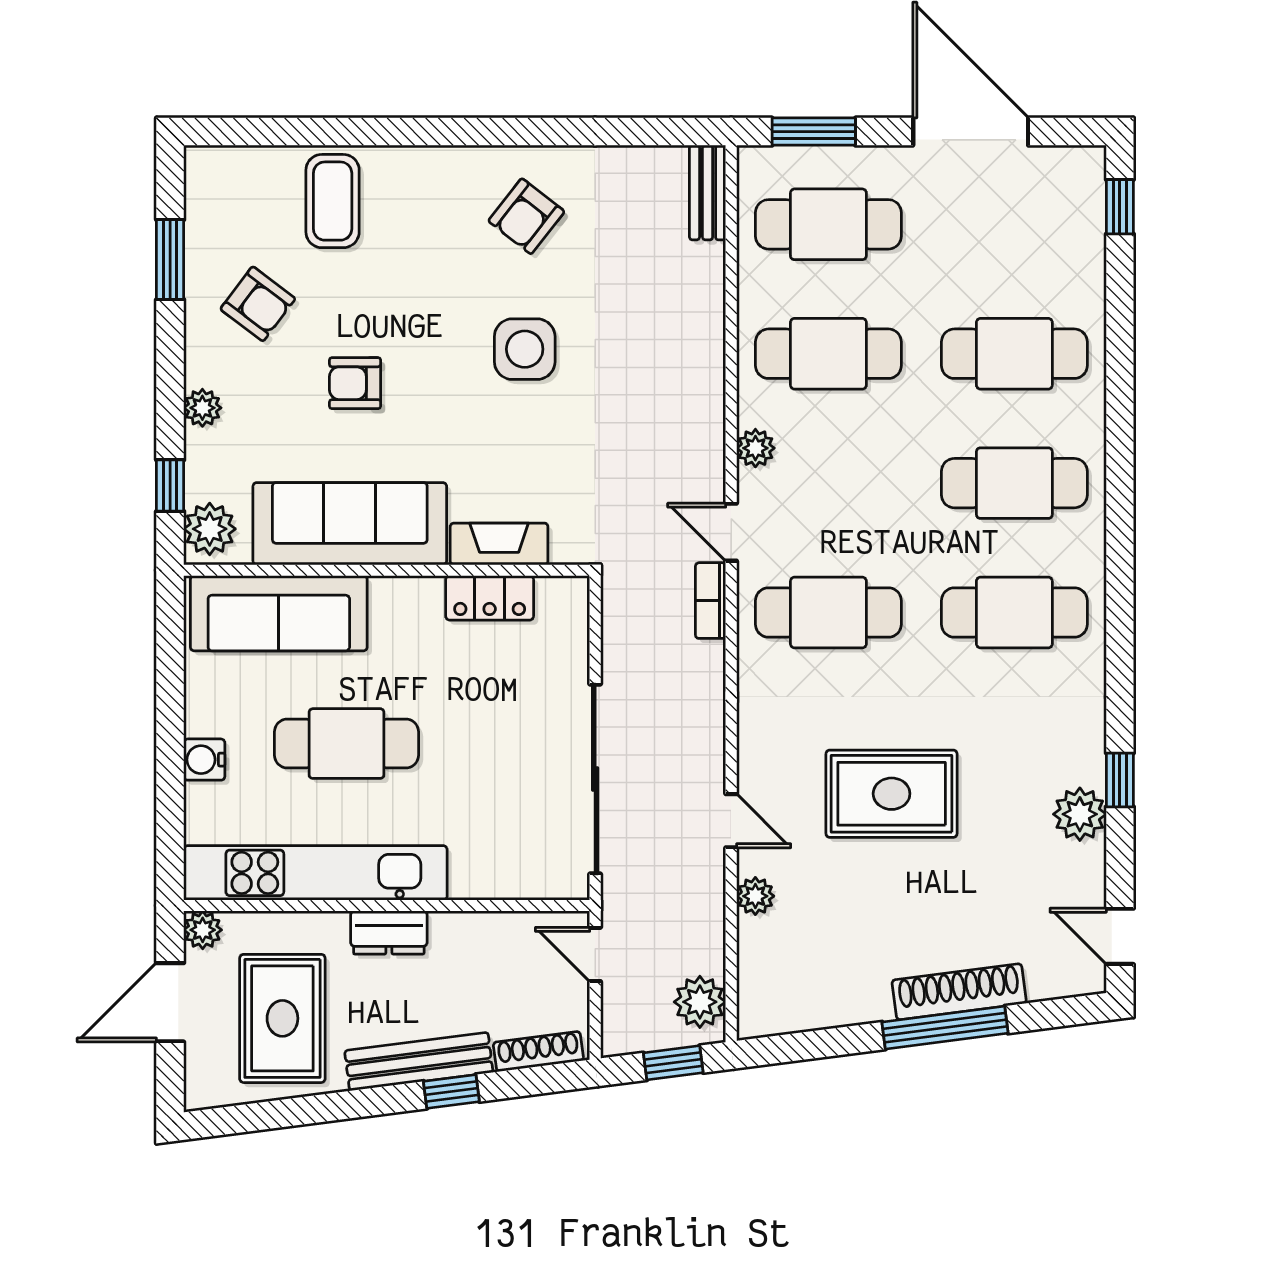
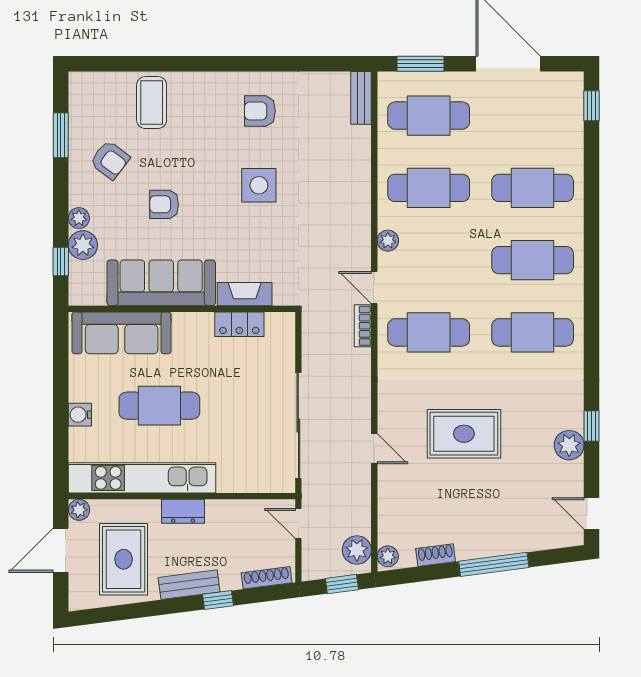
armchair: (526, 216) -> (260, 111), turned 52
plant: (210, 529) -> (83, 245), moved
plant: (755, 896) -> (388, 556), moved
shoe rack: (959, 992) -> (436, 555), moved, width x0.51, depth x0.81
bench: (419, 1062) -> (189, 585), width x0.73

